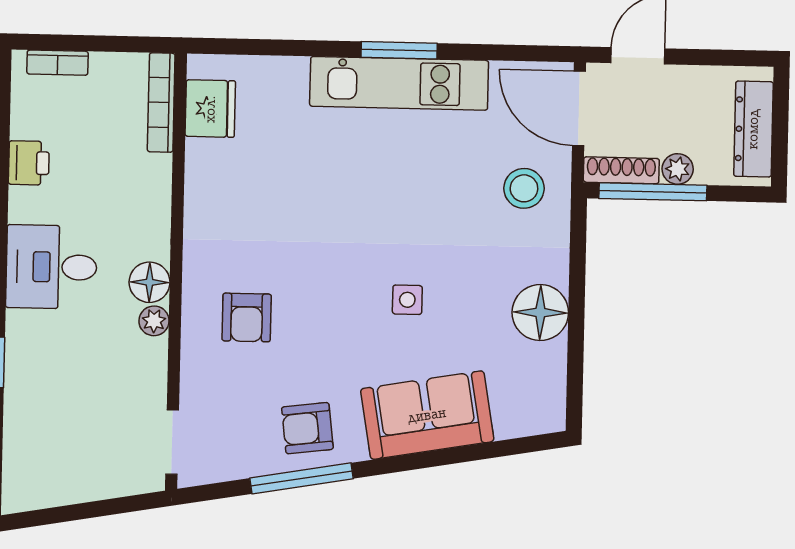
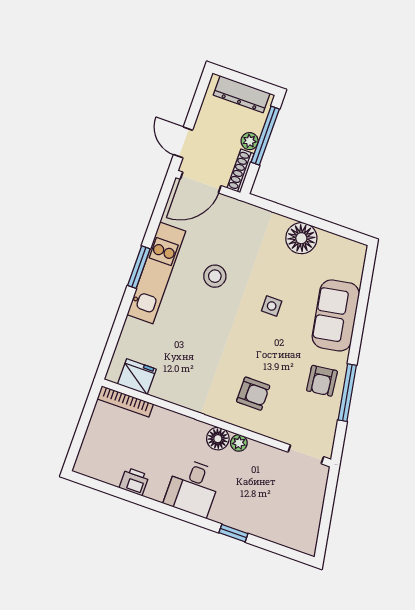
bookcase: (57, 63) -> (86, 449), removed
stool: (524, 188) -> (215, 276), moved
window: (653, 192) -> (265, 136), moved

